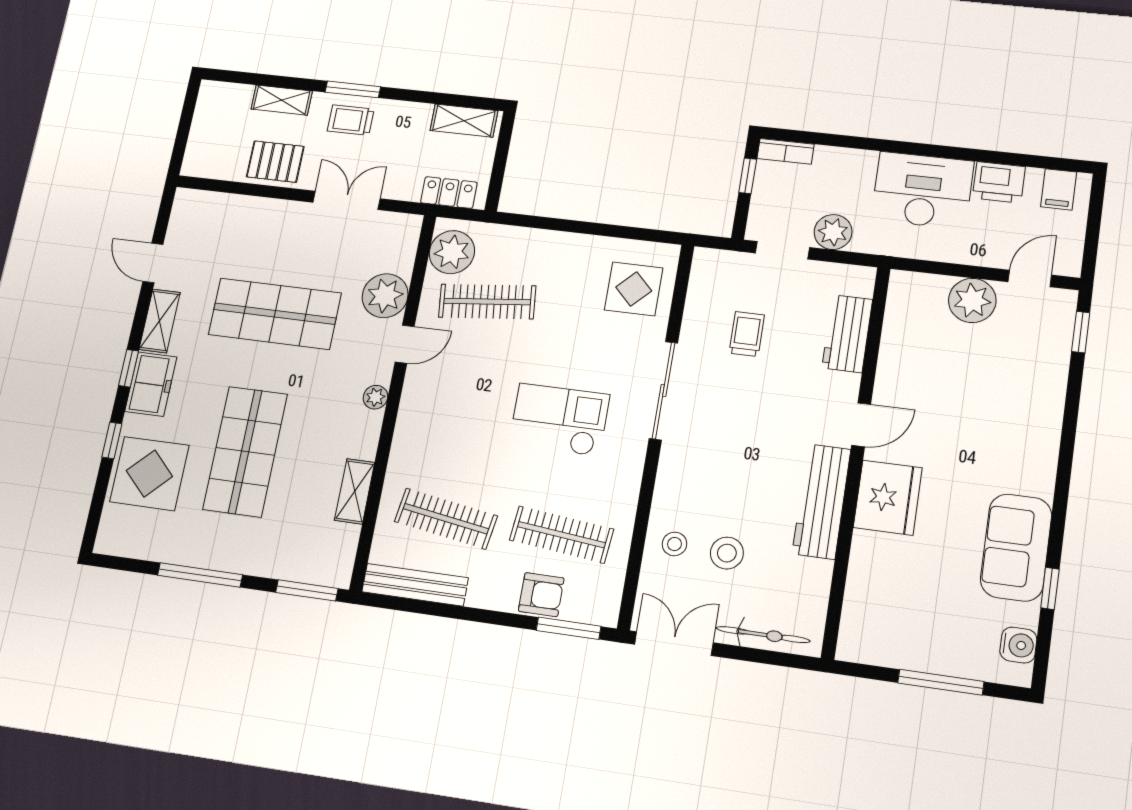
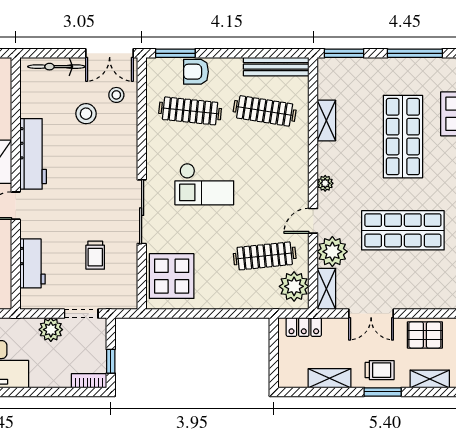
shelving: (464, 121) -> (330, 378), moved
shelving: (405, 243) -> (326, 289), added
display table: (634, 289) -> (172, 276), width x1.36, depth x1.36
stool: (674, 544) -> (116, 95), moved

